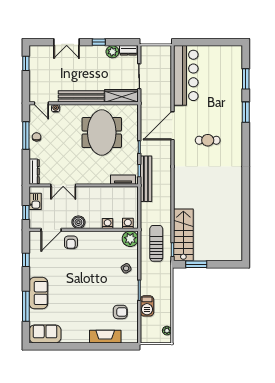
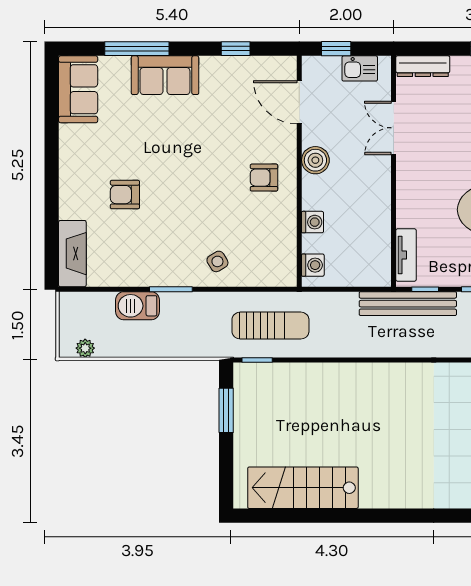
stairs: (183, 235) -> (303, 488), moved, turned 180
plant: (130, 239) -> (280, 270), removed
armchair: (71, 242) -> (264, 178), moved
armchair: (120, 312) -> (125, 195), moved, turned 90
fireplace: (105, 337) -> (72, 254), moved

